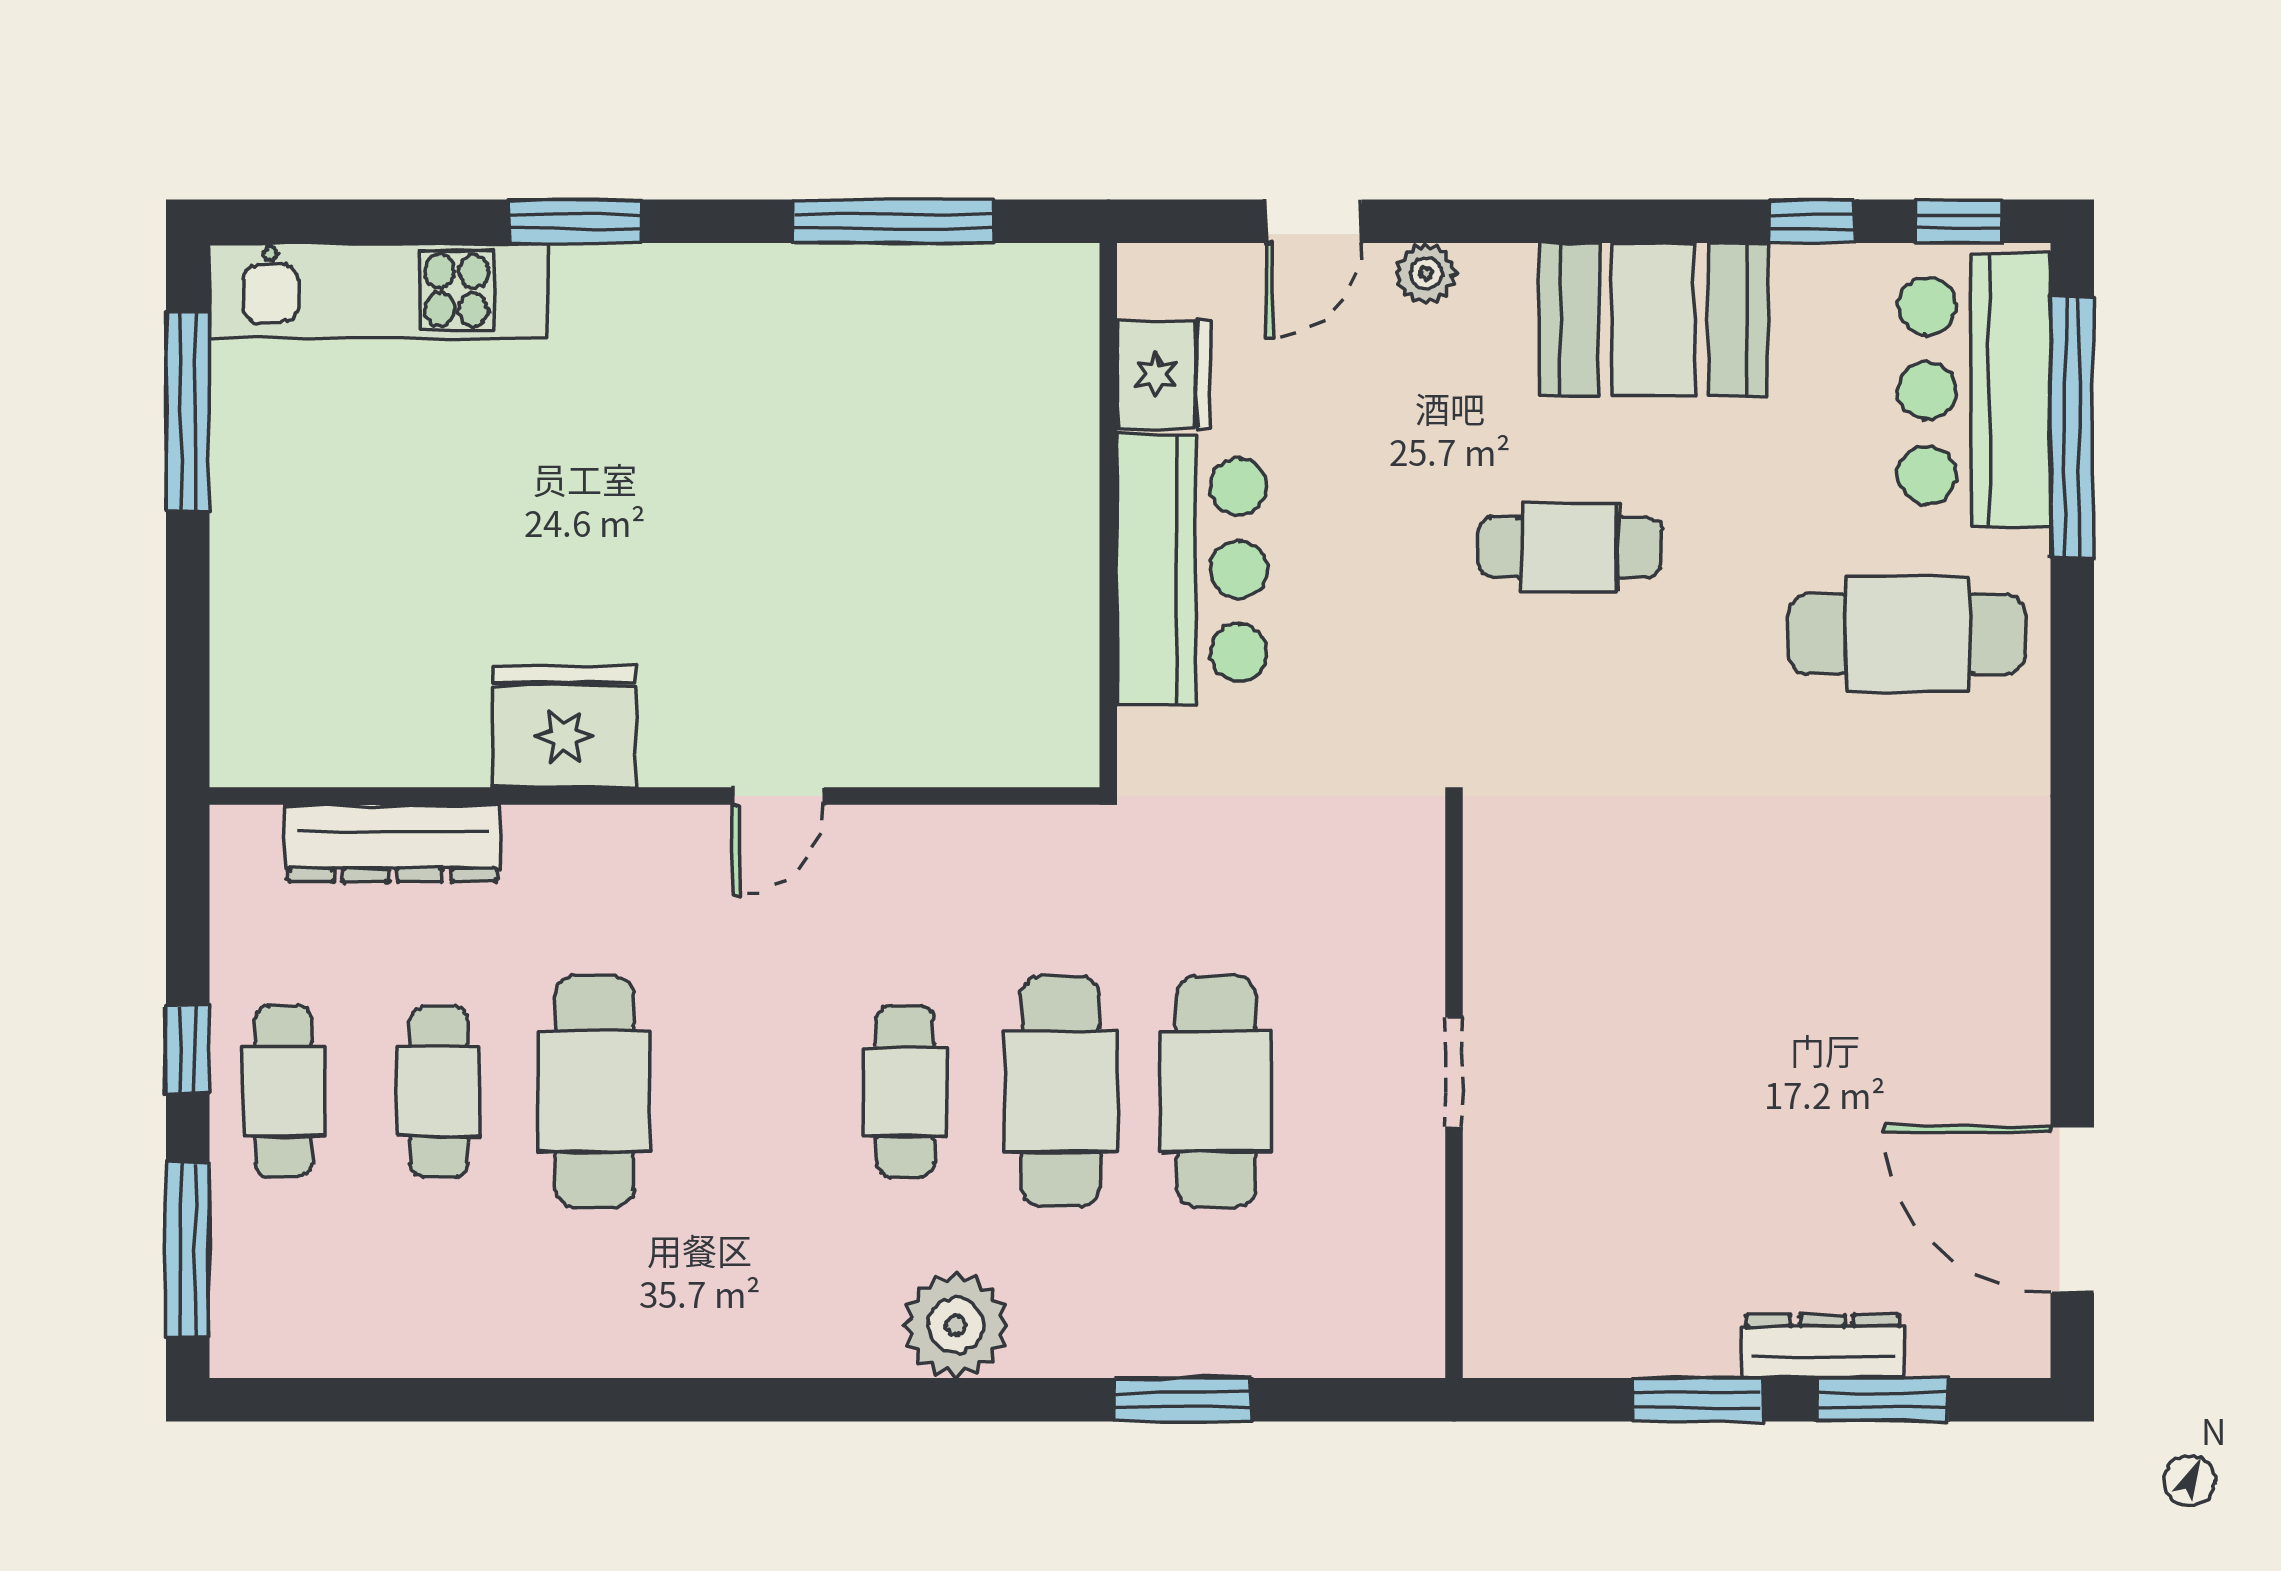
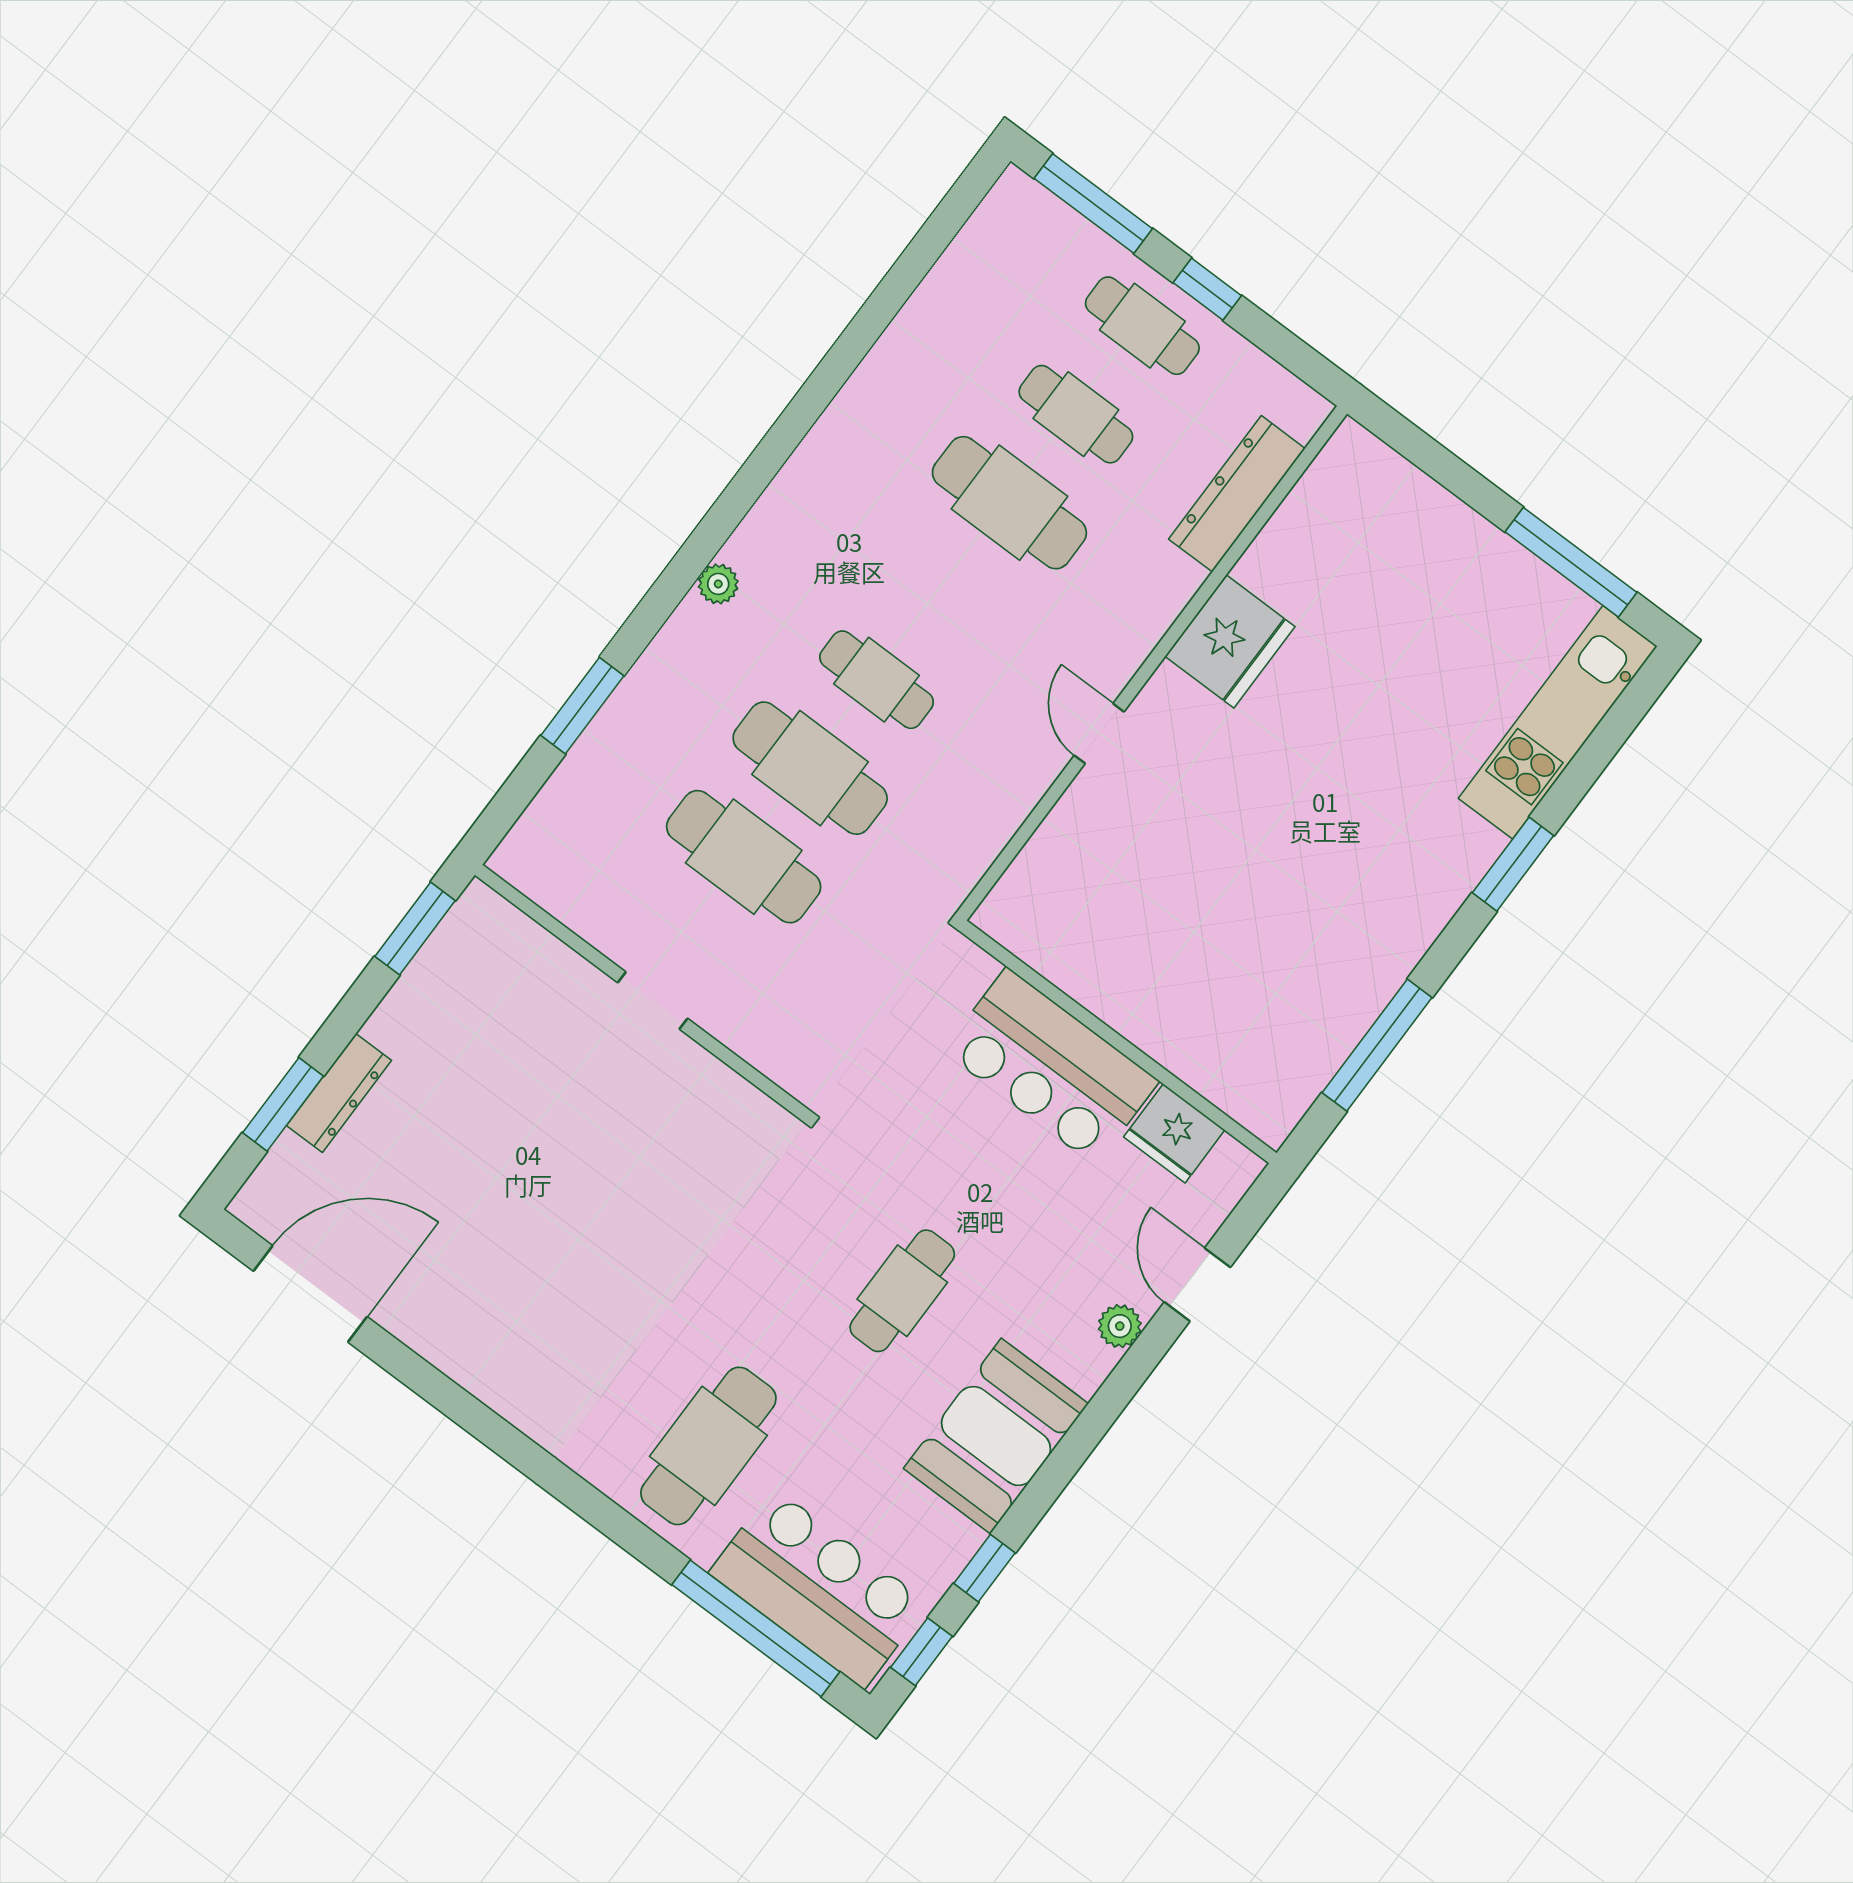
plant: (956, 1325) -> (718, 584), width x0.53, depth x0.53
window: (1698, 1400) -> (415, 929), moved

